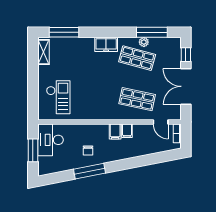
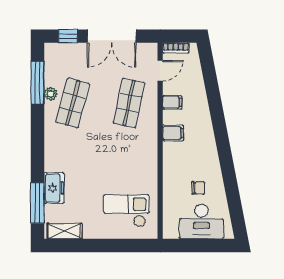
freezer: (106, 44) -> (54, 188), moved
filing cabinet: (127, 131) -> (172, 102), moved
desk: (50, 140) -> (201, 222), moved
window: (33, 150) -> (199, 245), removed
chair: (88, 150) -> (198, 188), moved
window: (90, 171) -> (228, 168), removed

